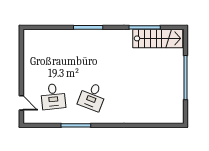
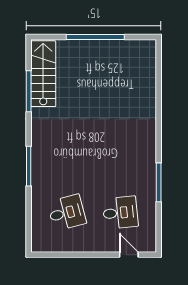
desk: (92, 96) -> (67, 213), moved, turned -36
door: (21, 103) -> (129, 255), hinge flipped

